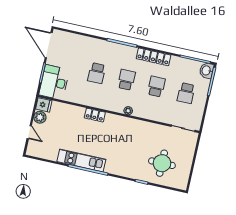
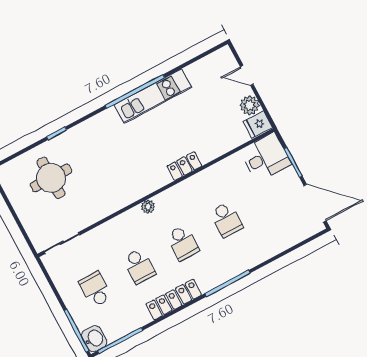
school desk: (97, 73) -> (226, 219), turned 180
desk: (54, 82) -> (266, 157), width x0.73

